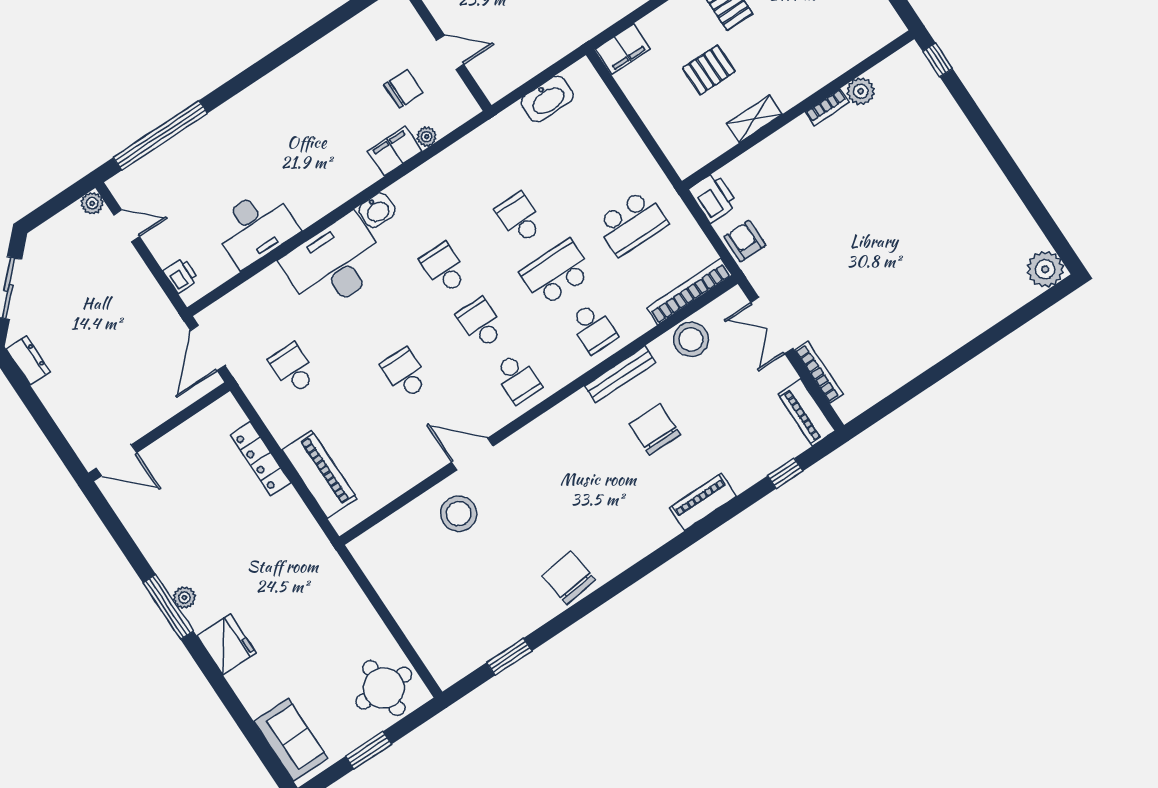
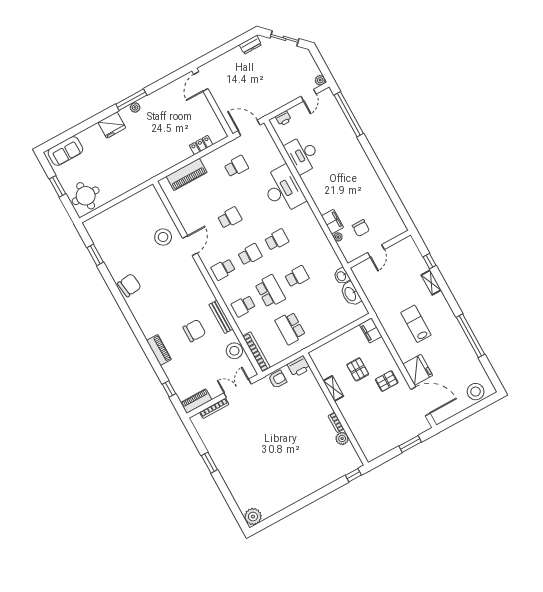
washbasin: (377, 210) -> (342, 276), moved
window: (937, 373) -> (209, 463), added
locker: (261, 459) -> (201, 145), width x0.66

